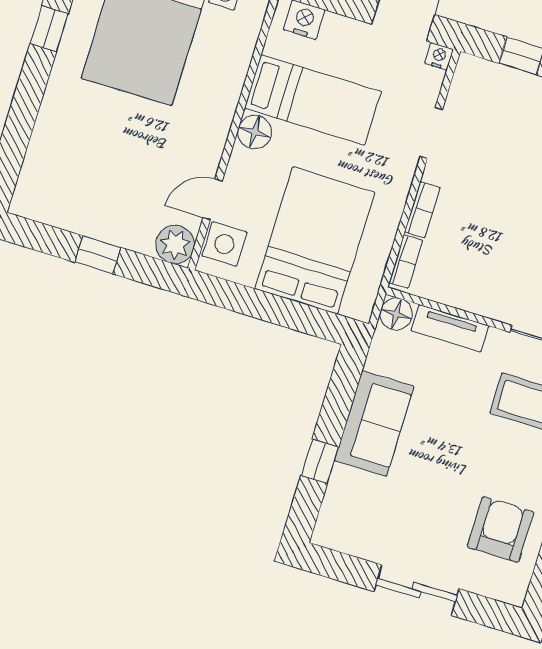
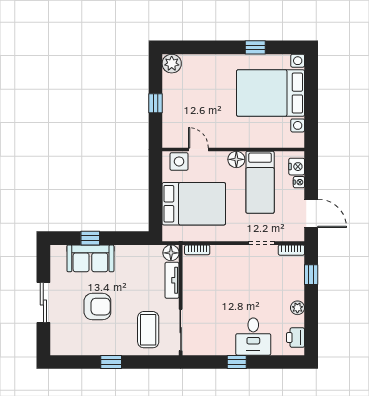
nightstand: (439, 56) -> (299, 182), moved
bookcase: (422, 210) -> (291, 250), moved
plant: (175, 244) -> (172, 64), moved
sofa: (374, 423) -> (90, 258), moved
armchair: (500, 529) -> (97, 307), moved

